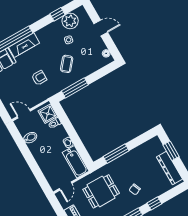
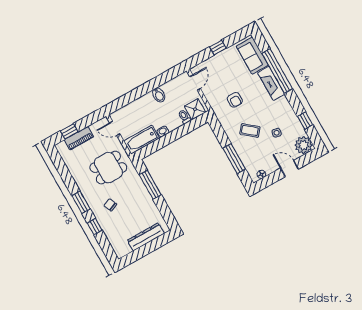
plant: (70, 21) -> (304, 145), moved
door: (101, 28) -> (290, 169), swing flipped
window: (75, 88) -> (234, 159), moved
bidet: (30, 138) -> (159, 95), moved
window: (171, 151) -> (153, 246), removed
dresser: (169, 168) -> (146, 237), moved
dining table: (101, 191) -> (108, 168), turned 90

